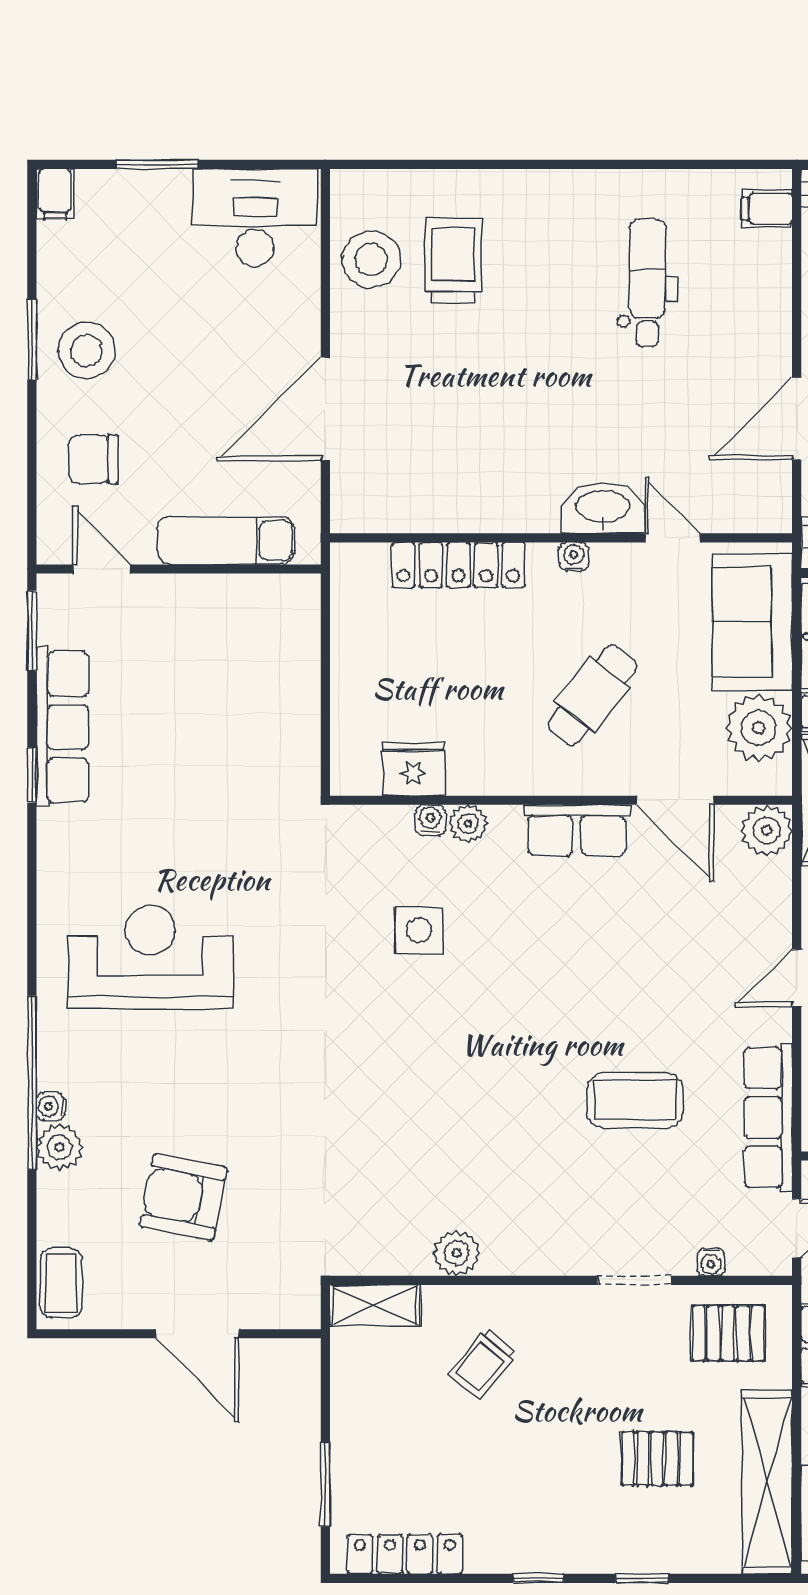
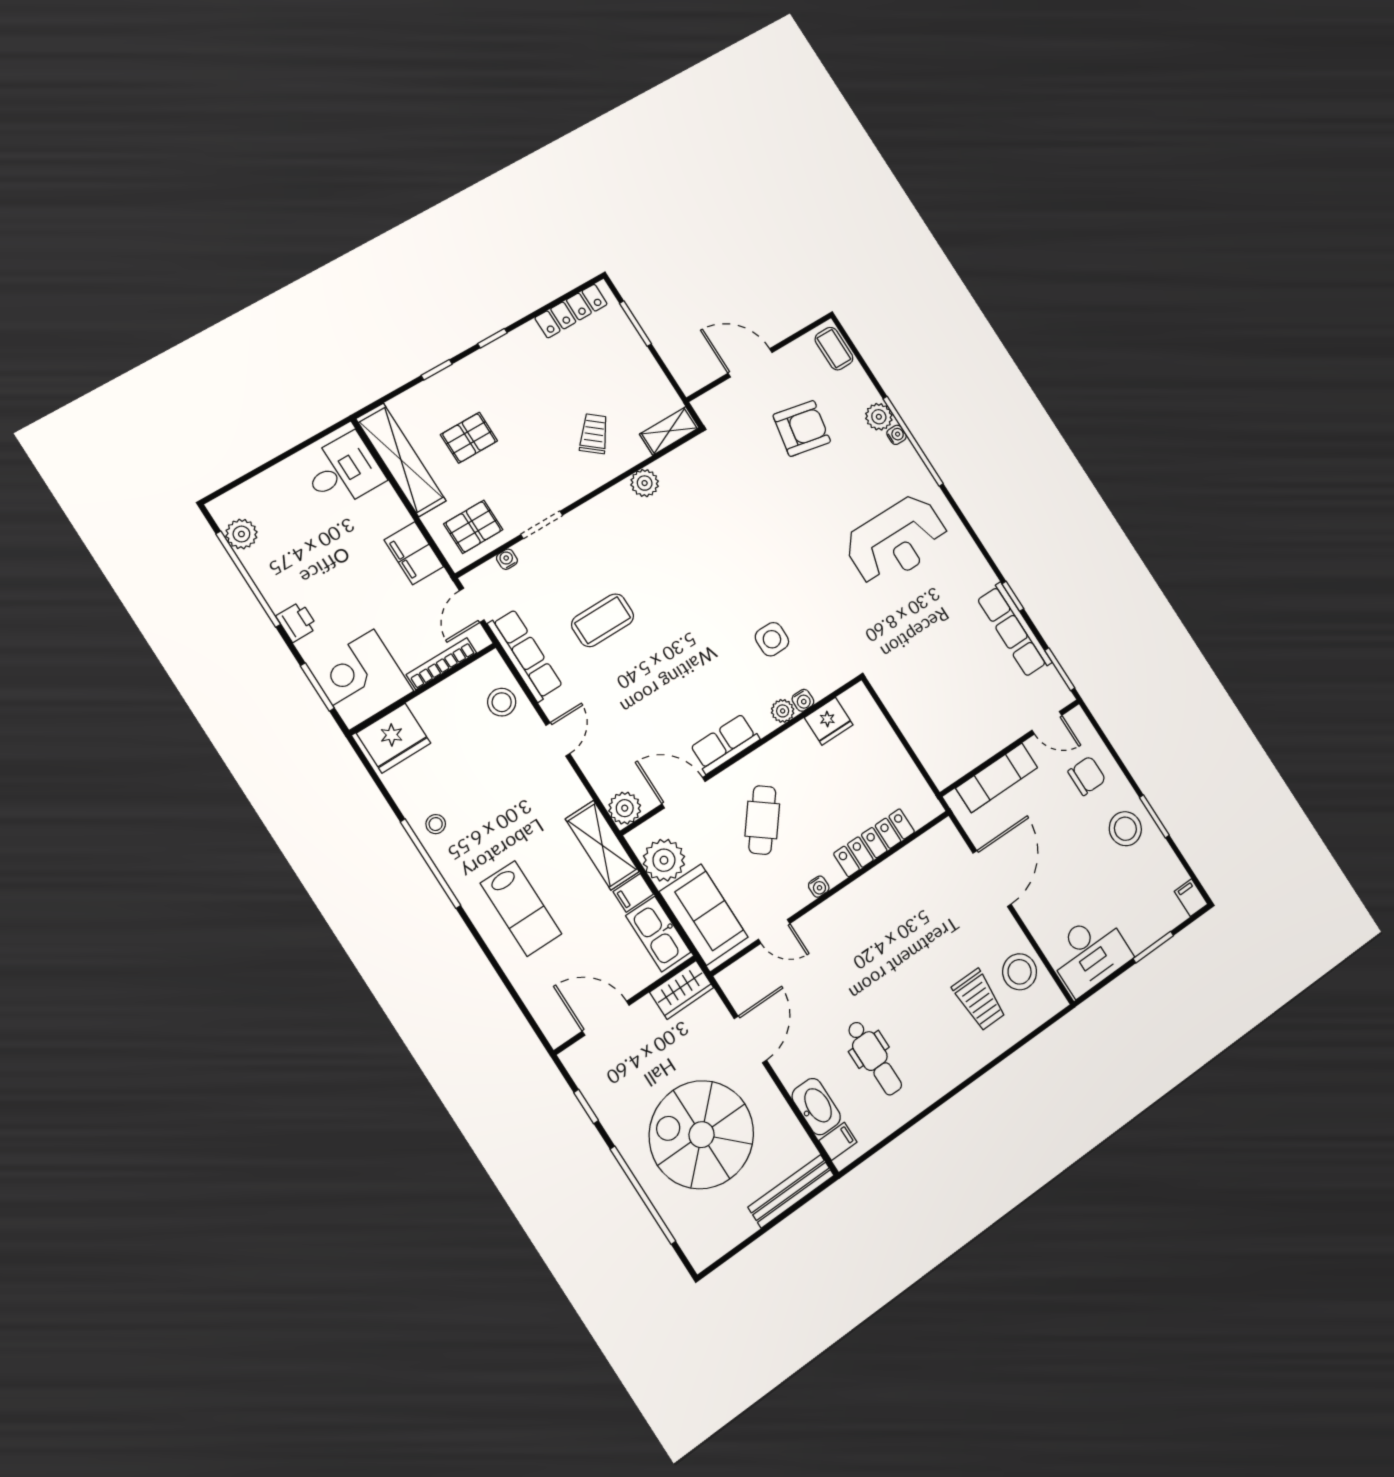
washbasin: (603, 508) -> (816, 1107), moved, turned -90

